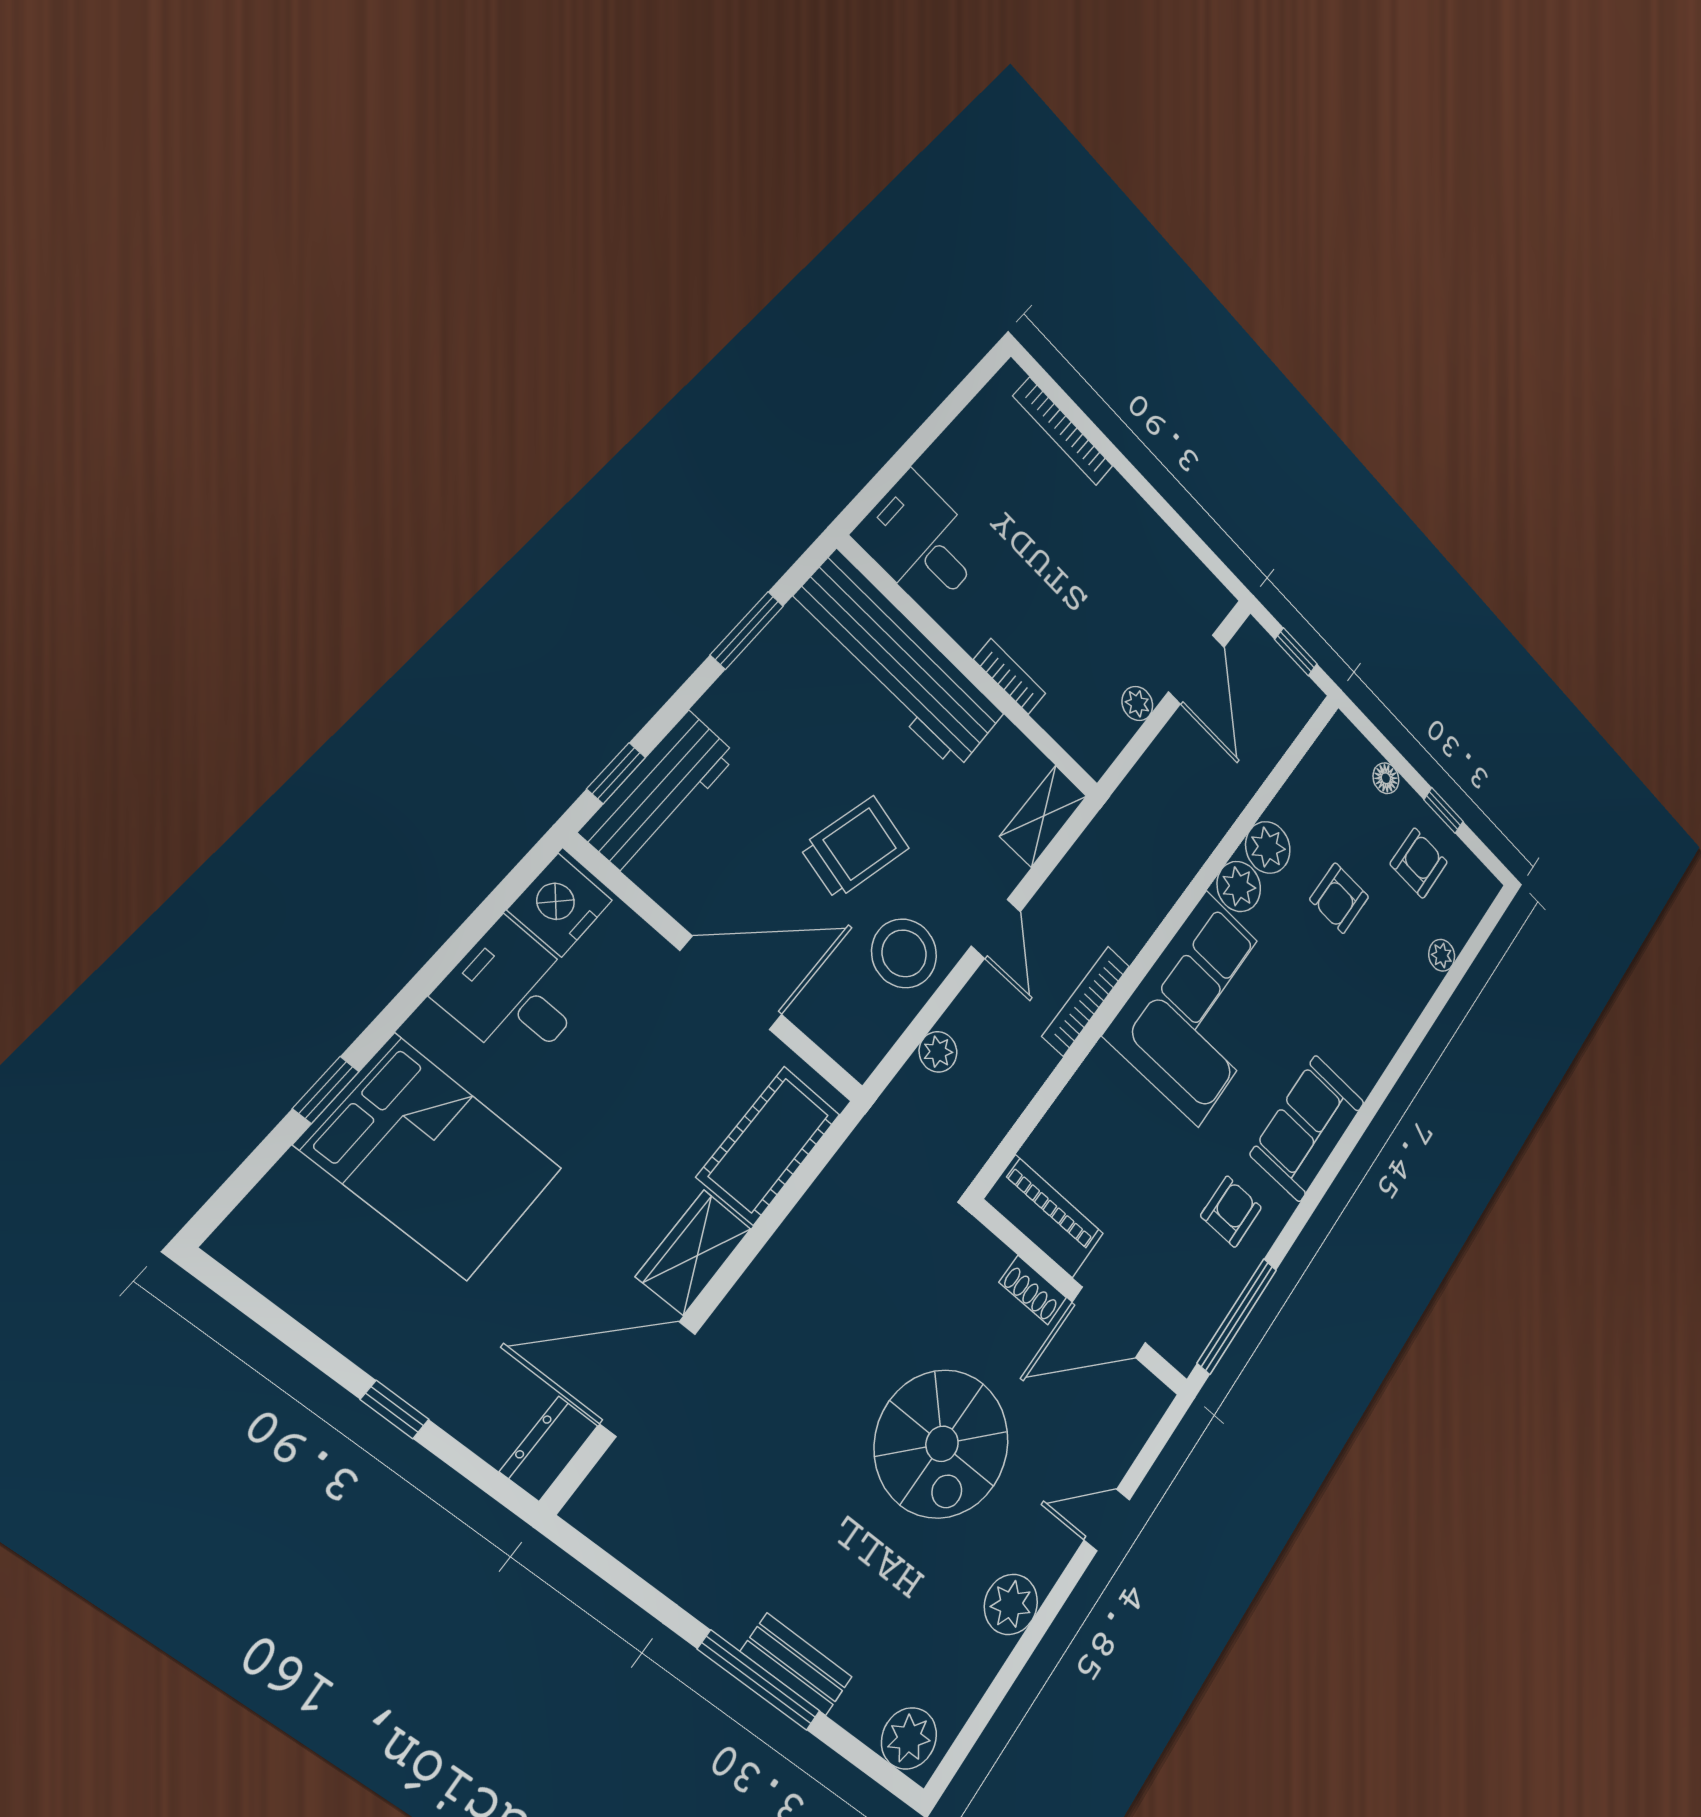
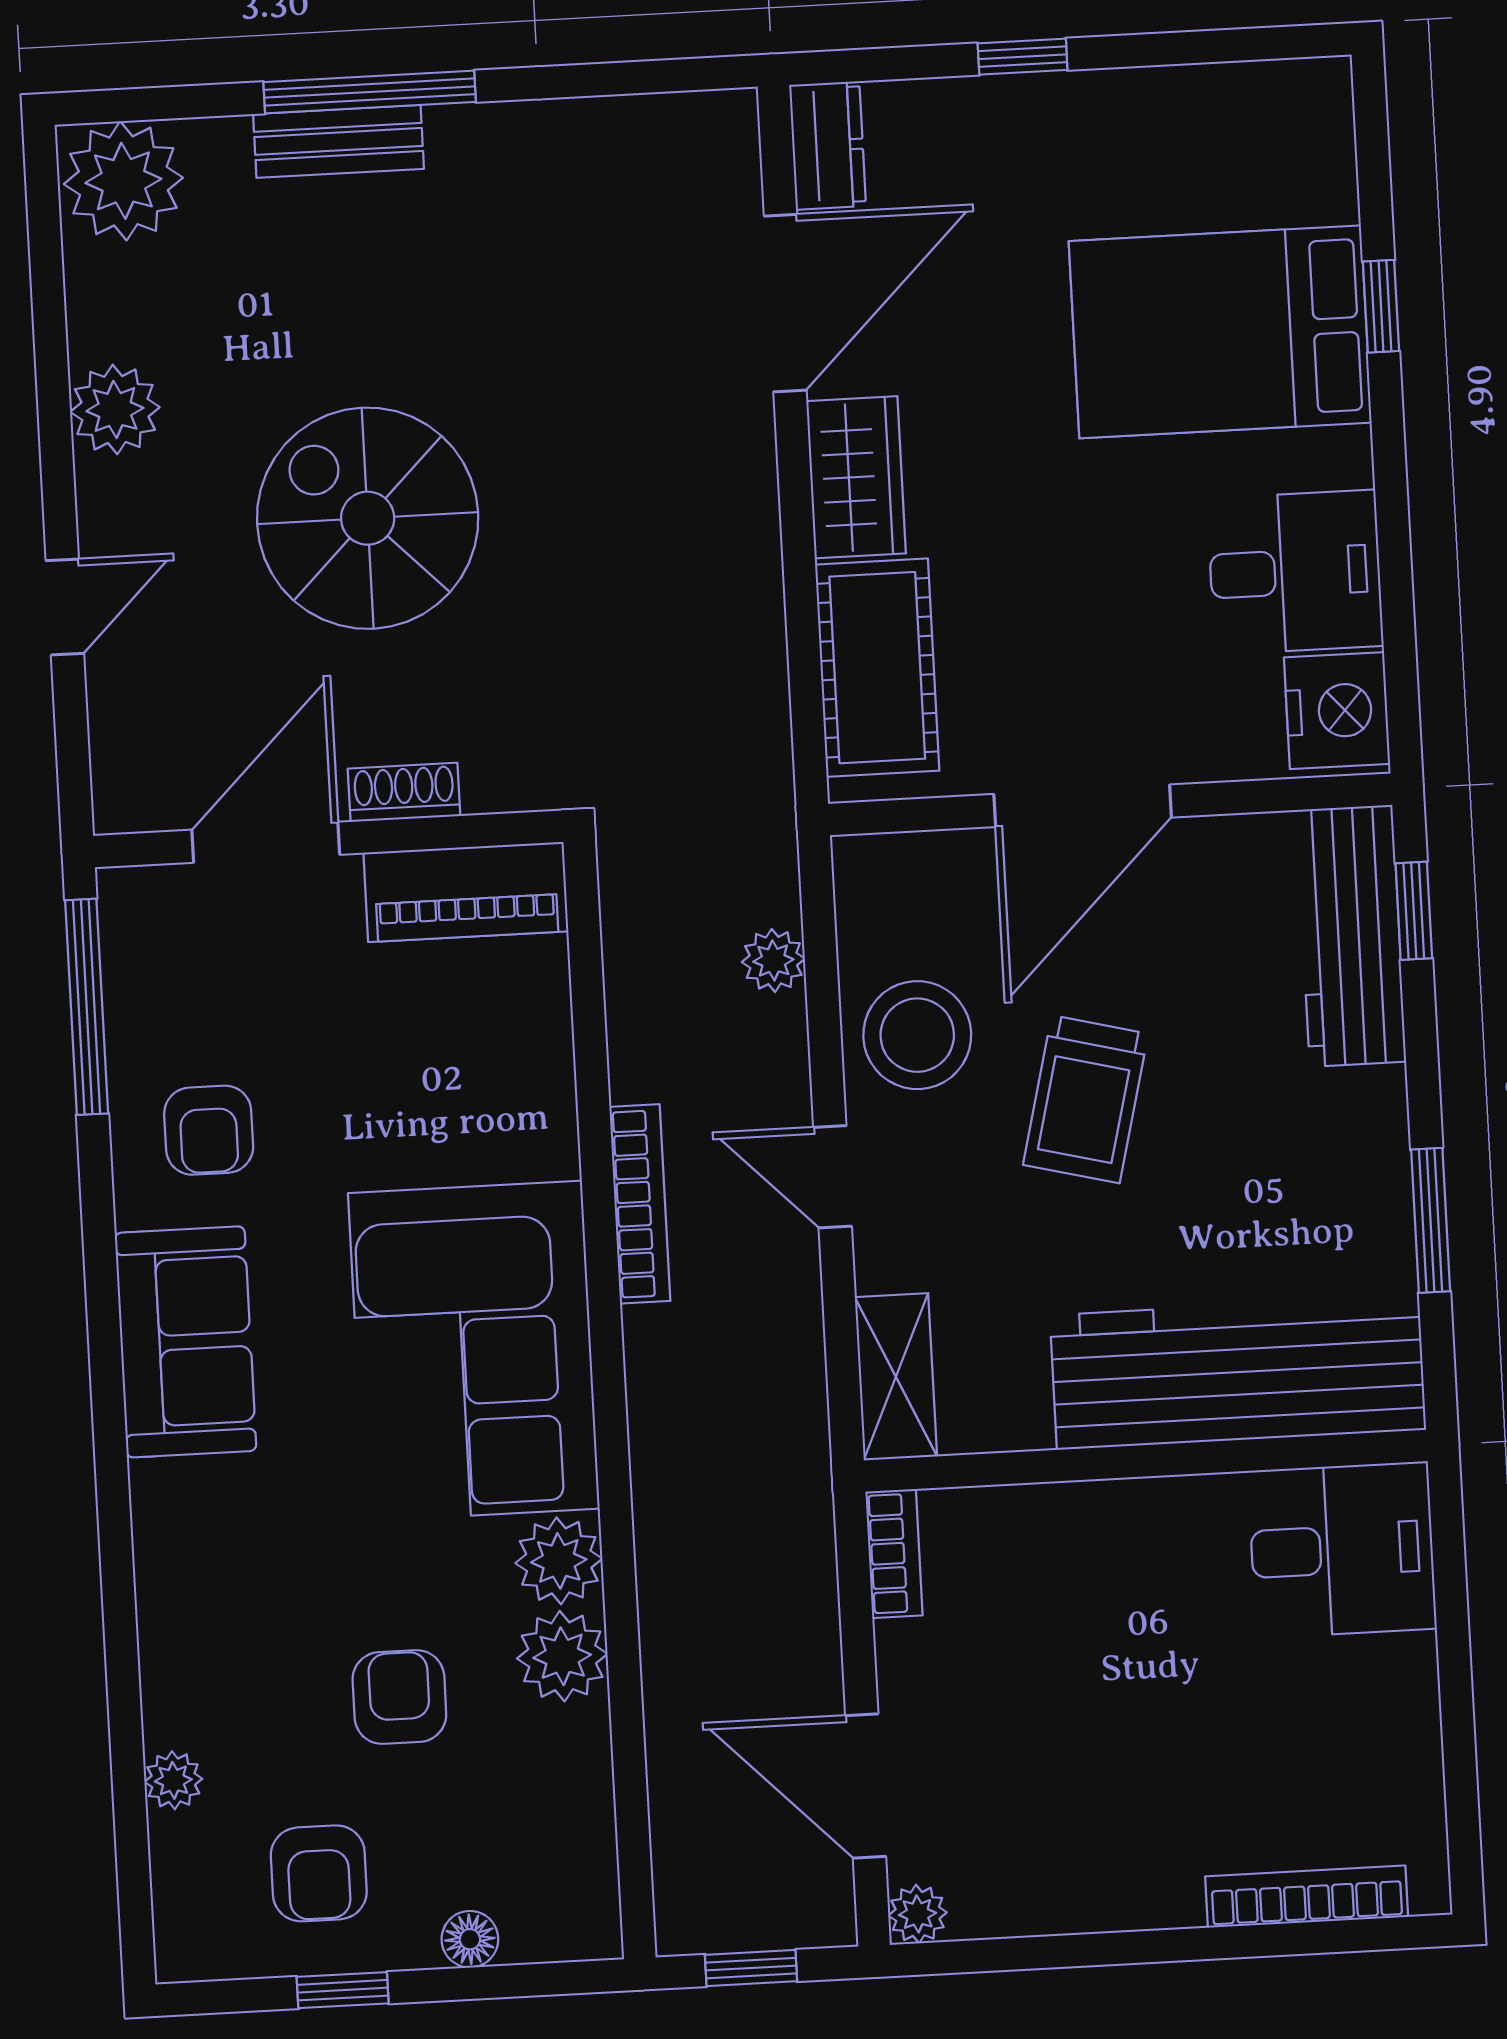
bookcase: (1010, 676) -> (894, 1553), moved, turned -90
plant: (1137, 703) -> (918, 1914), moved
plant: (909, 1738) -> (123, 181), width x1.36, depth x1.36

